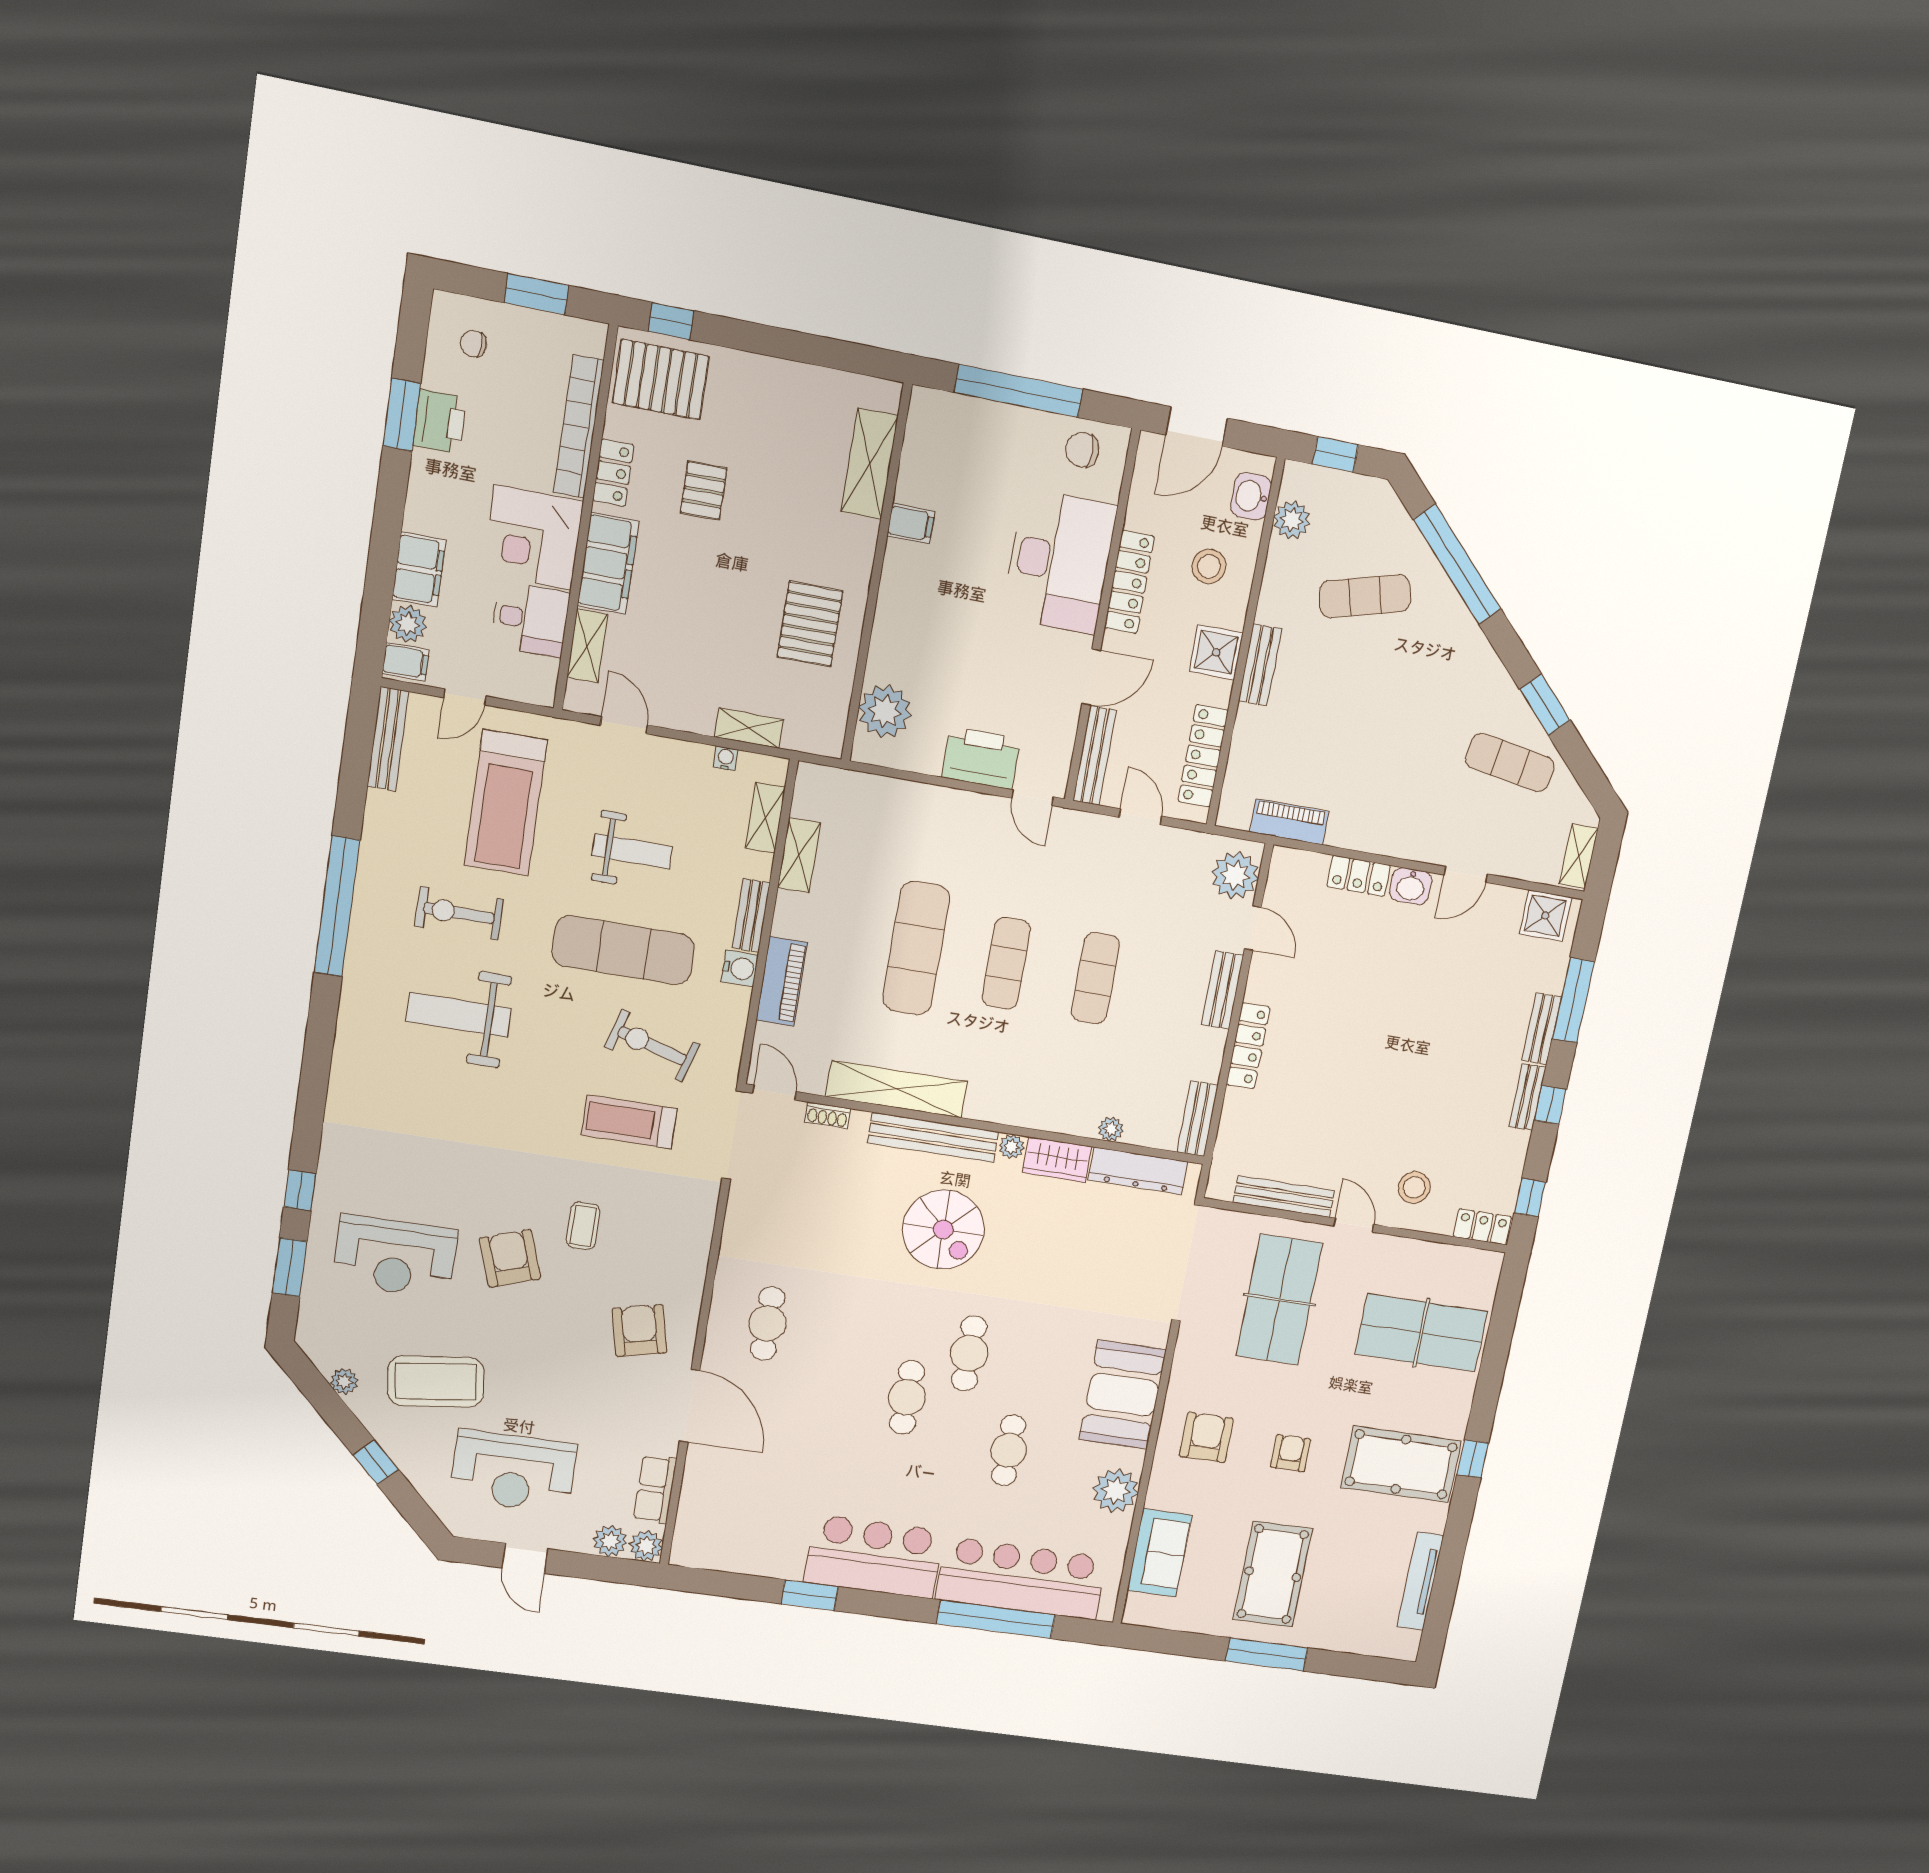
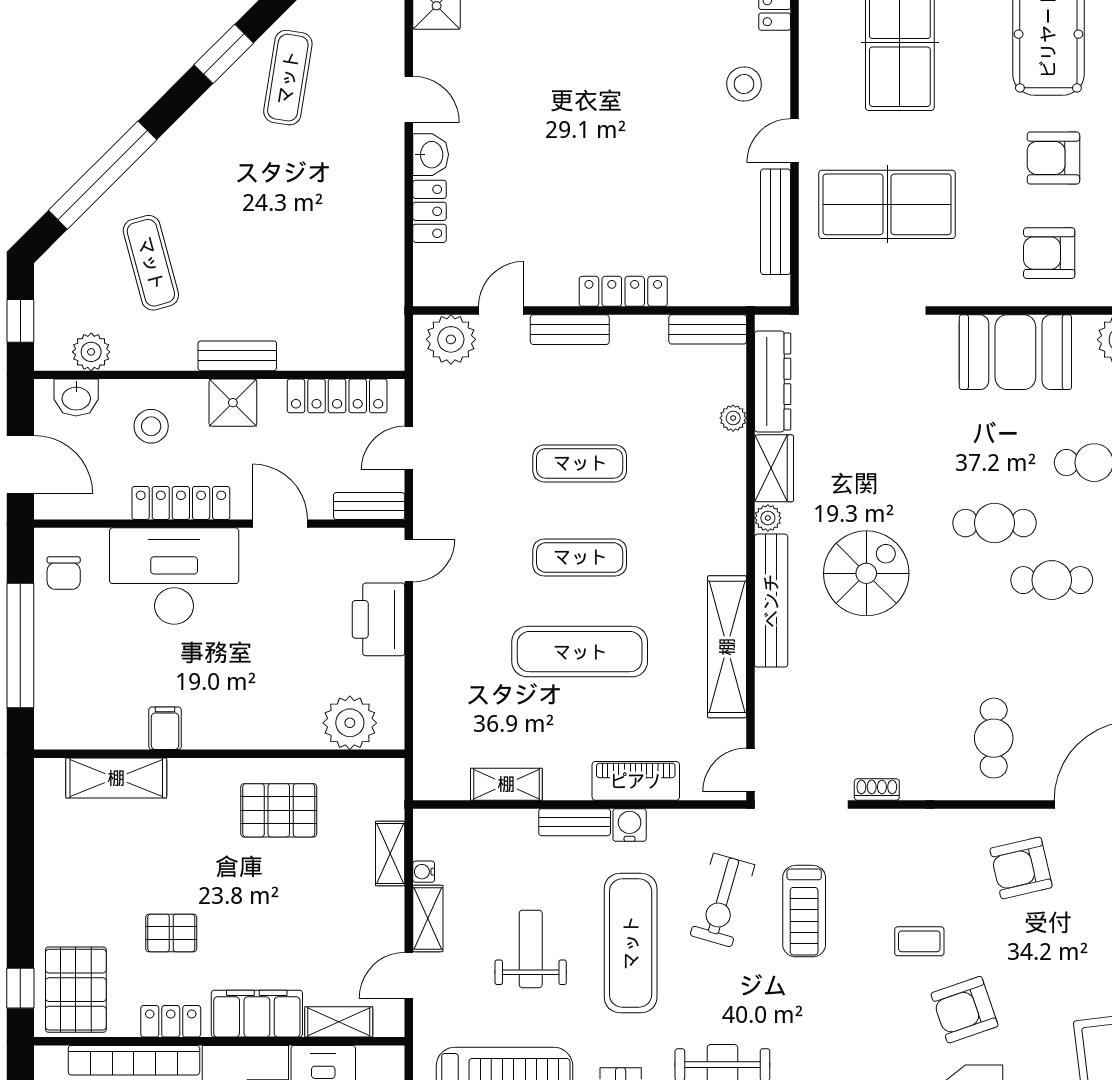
bench: (1095, 755) -> (369, 506), width x0.73
shelving: (765, 818) -> (428, 918), moved, turned 90
piano: (1289, 822) -> (387, 295), removed
shoe rack: (828, 1115) -> (877, 790), moved, turned -90
cafe table: (768, 1323) -> (994, 738), turned 90
armchair: (1291, 1453) -> (1053, 158), width x1.38, depth x1.38

